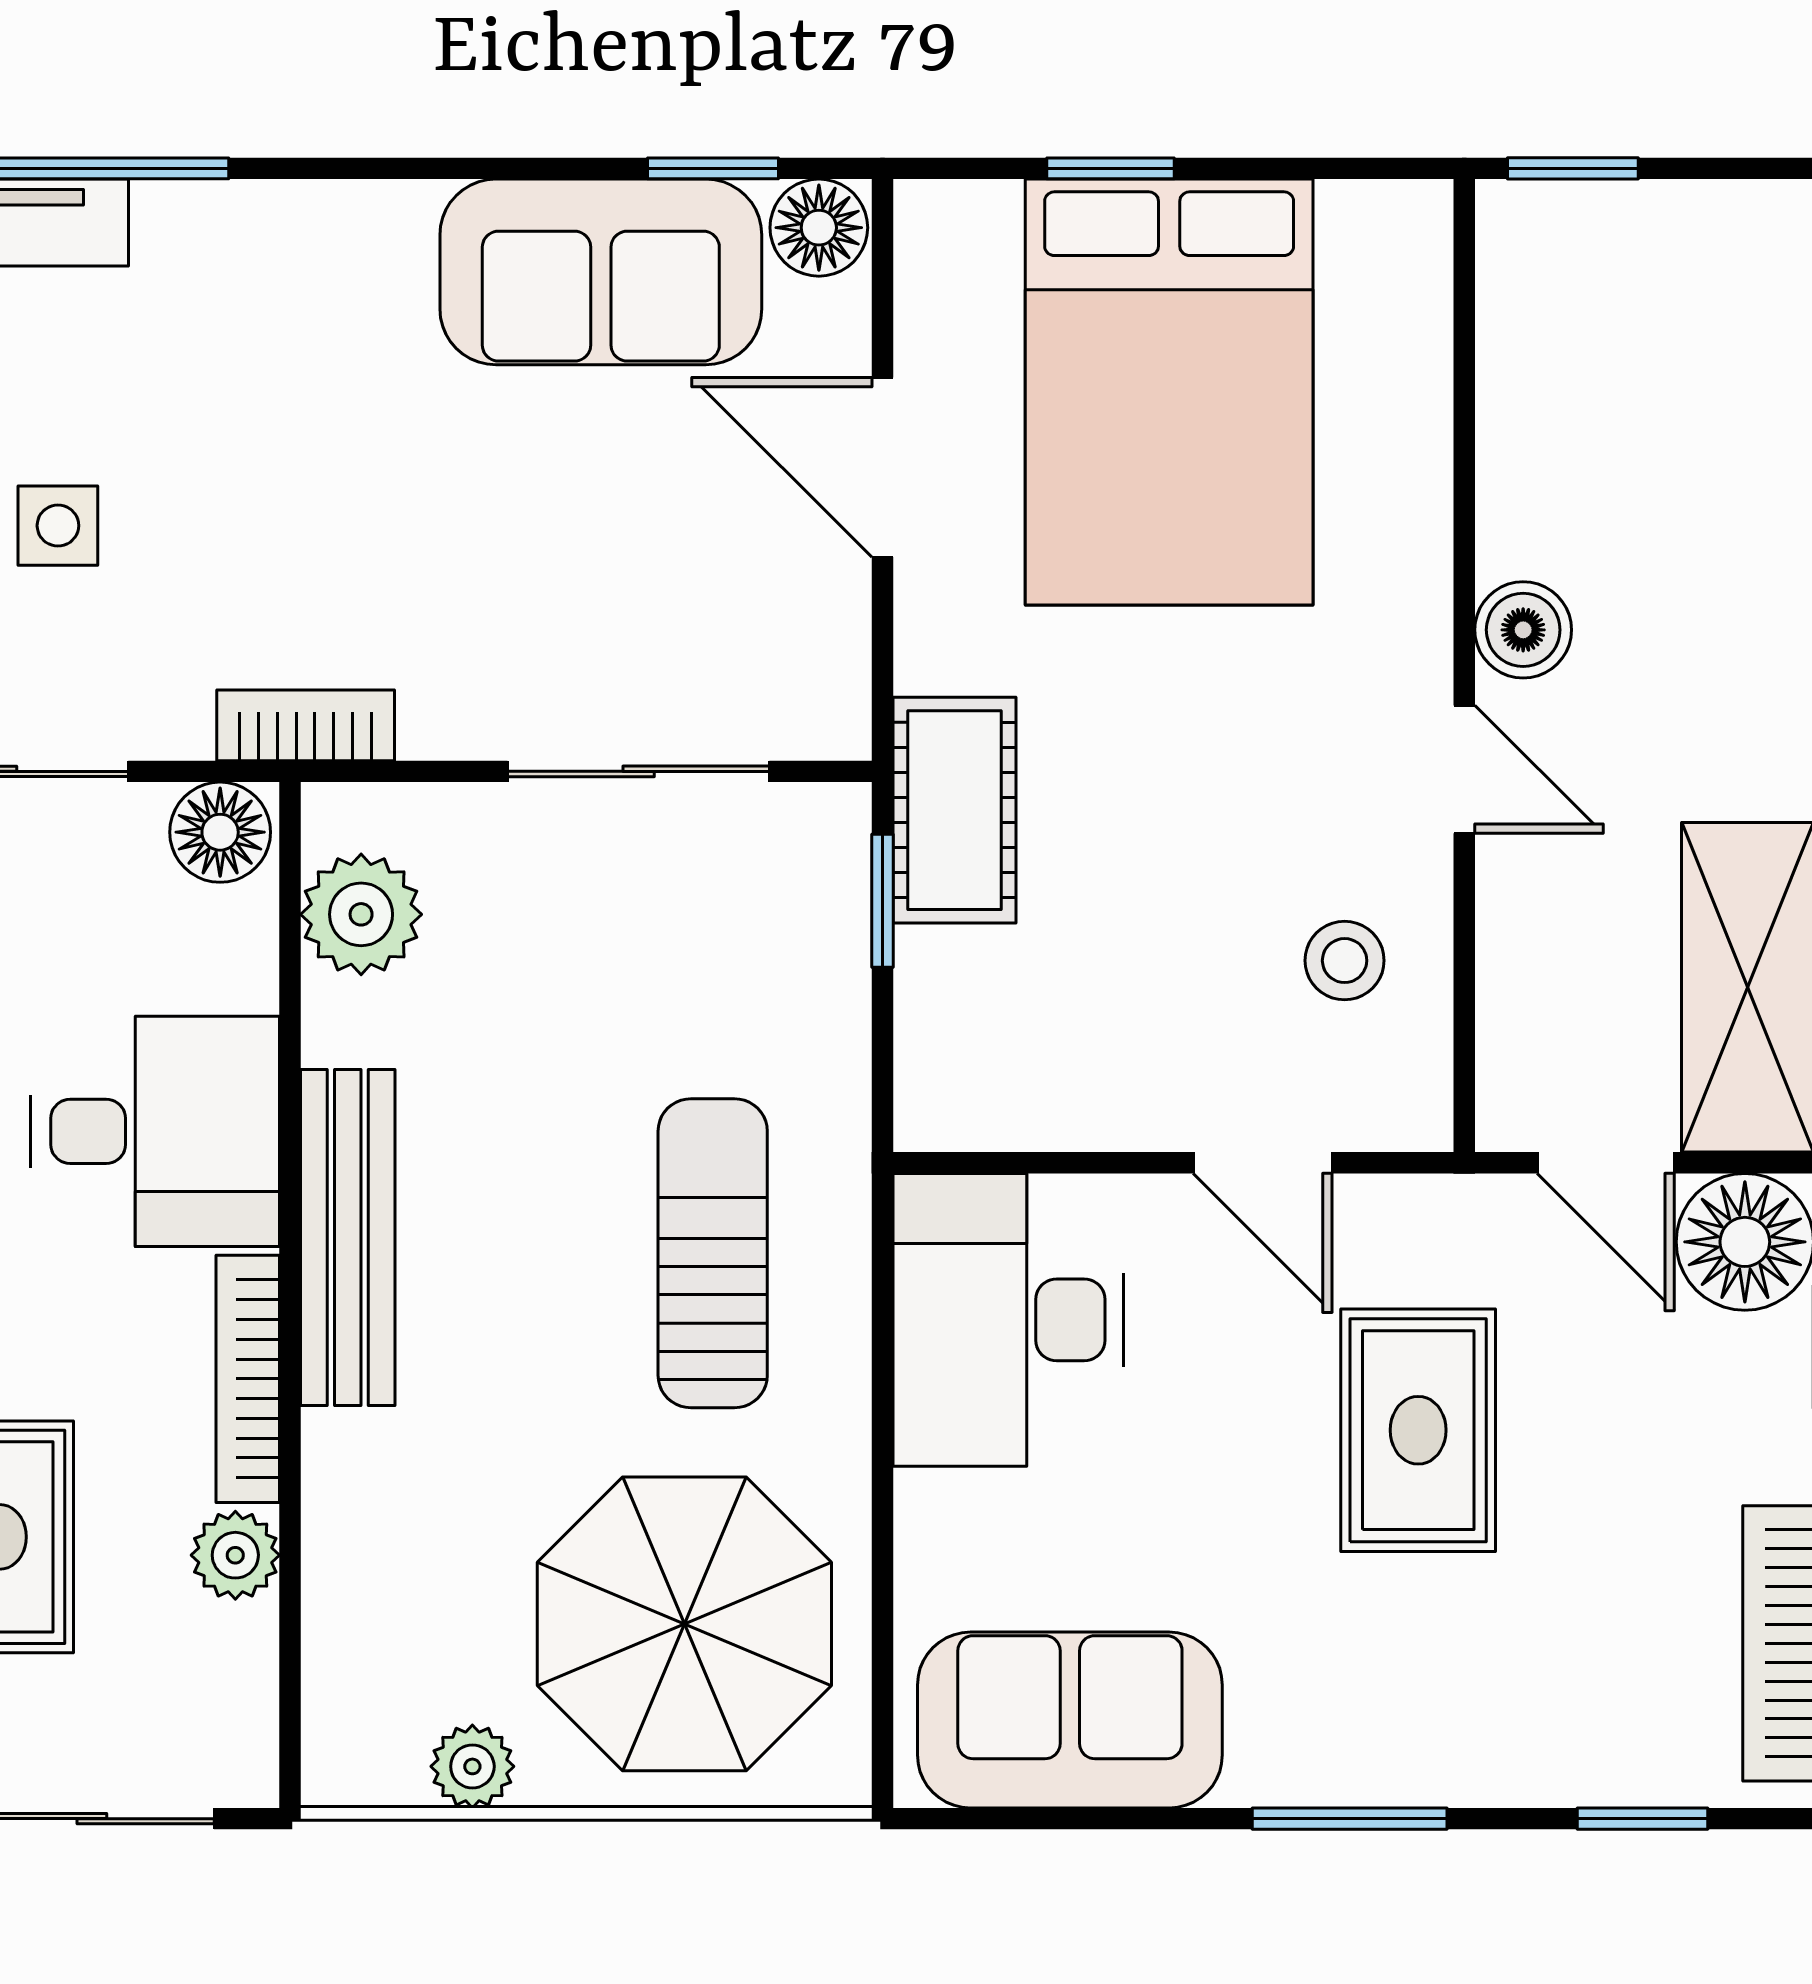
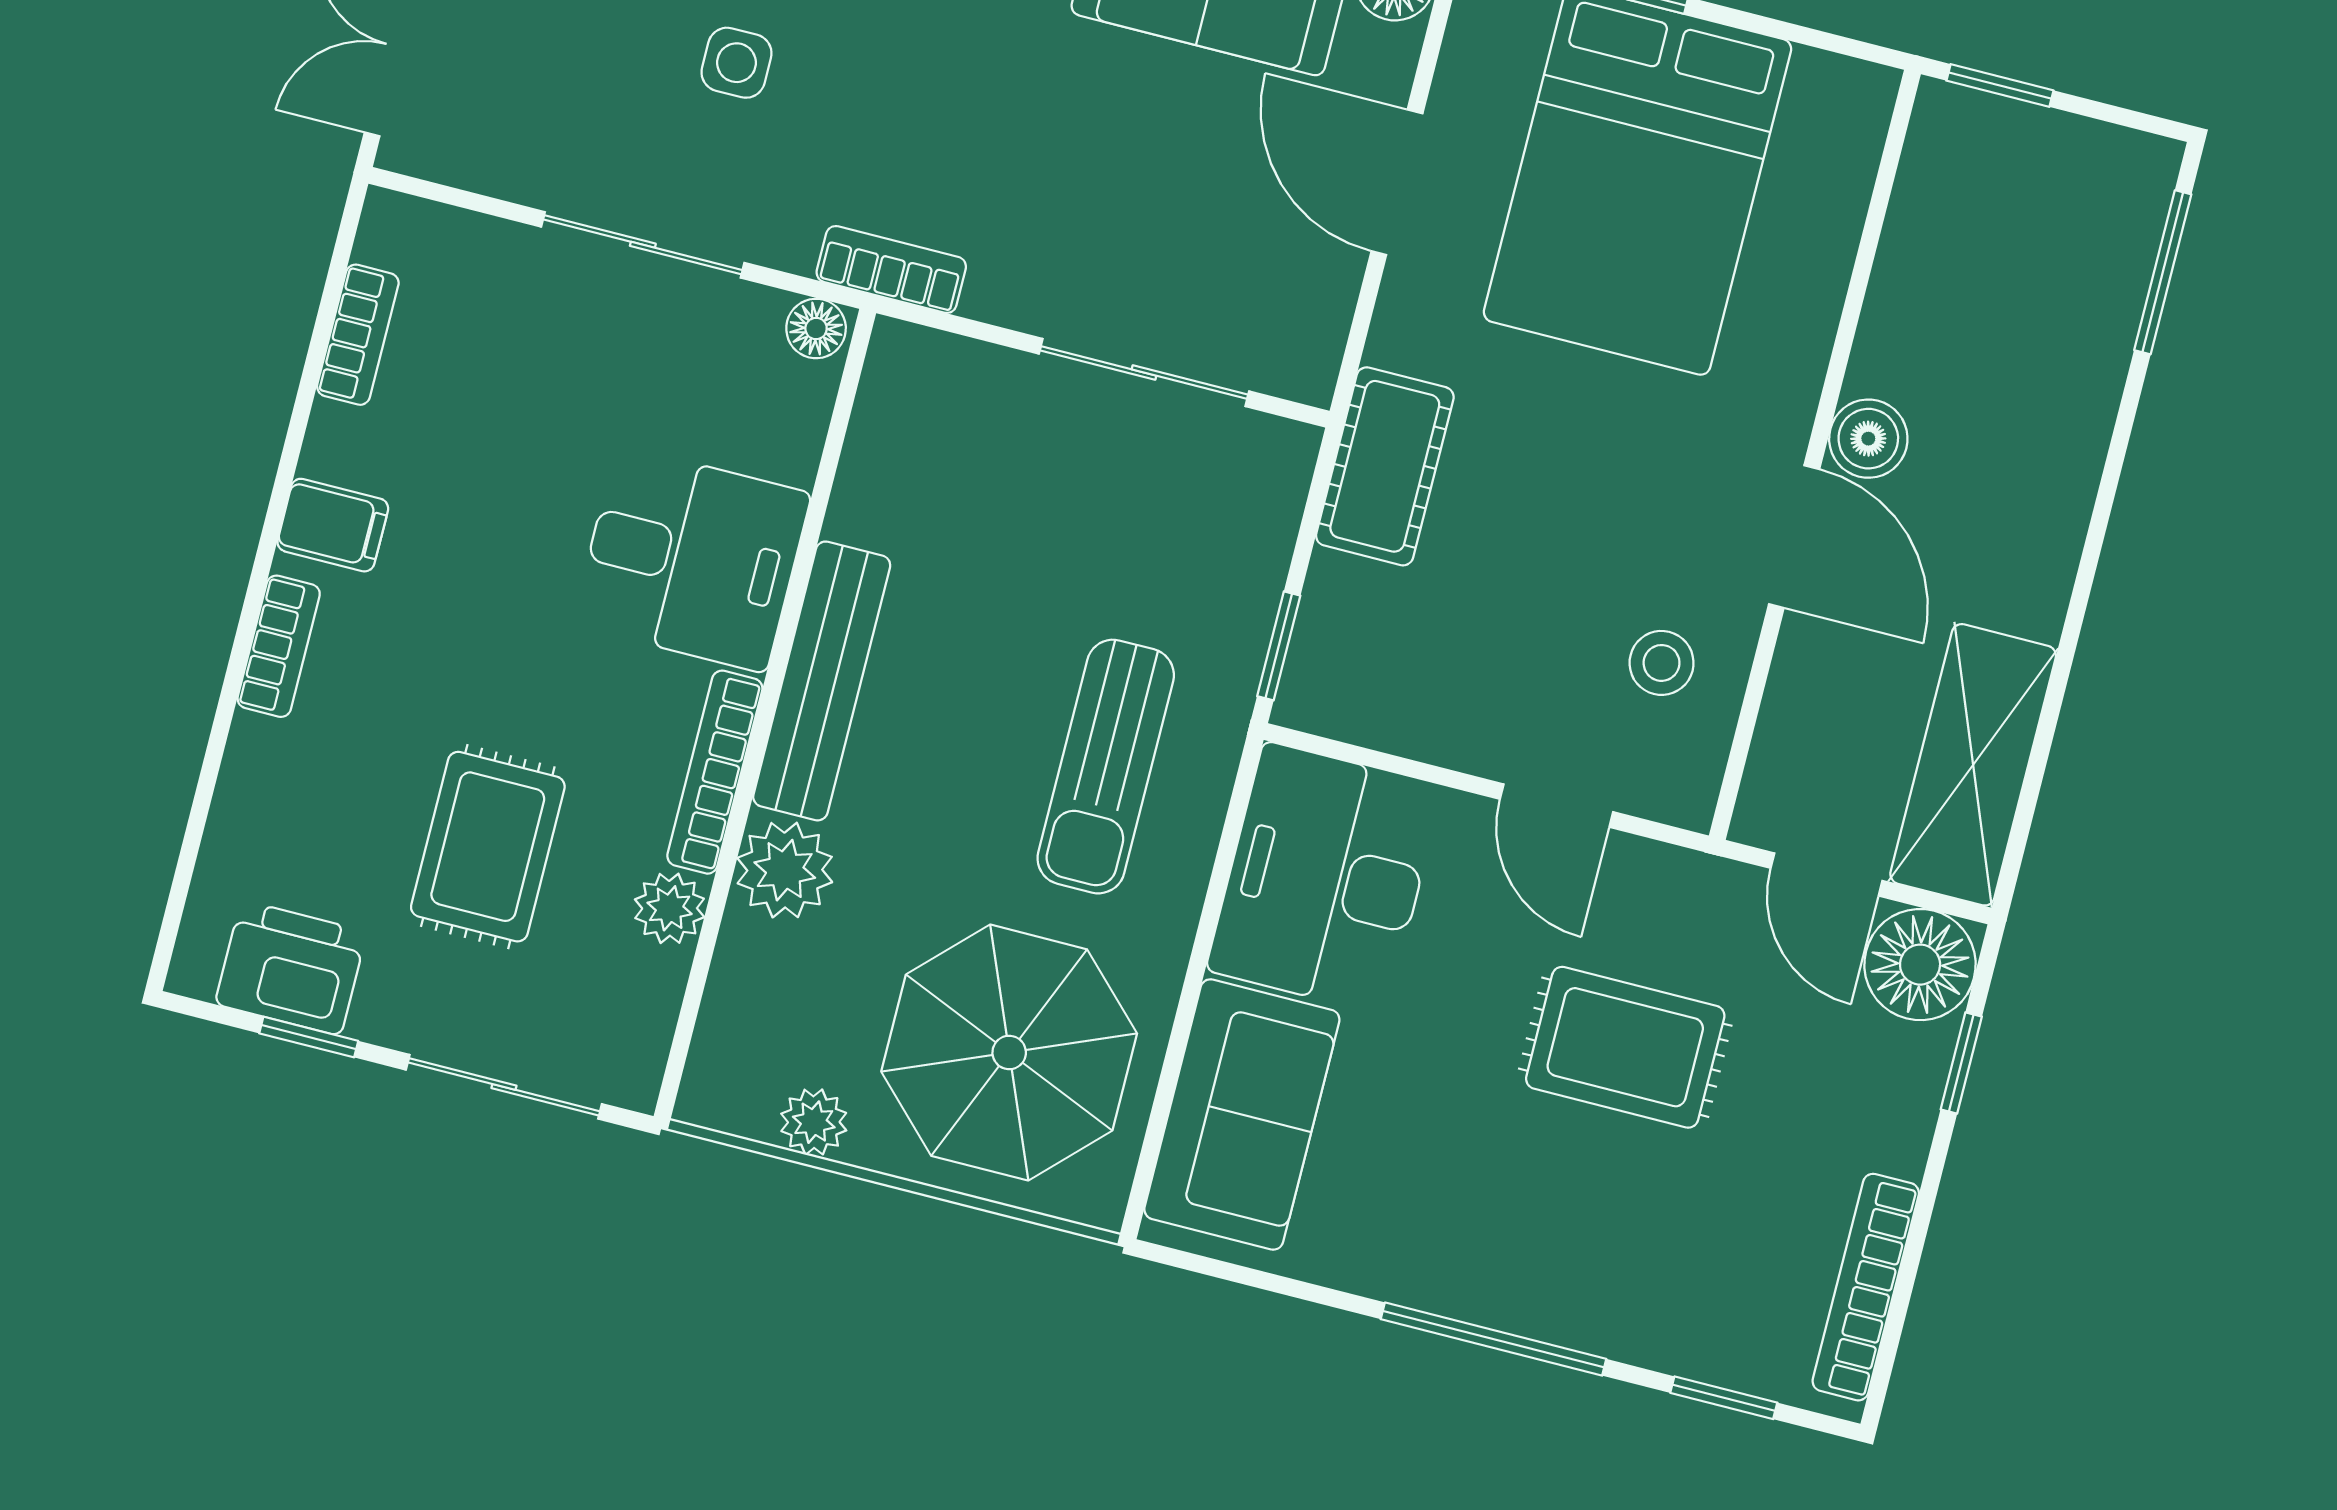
door: (1464, 769) -> (1794, 537), width x1.38
floor lamp: (220, 832) -> (816, 329), width x0.73, depth x0.73
window: (882, 901) -> (1279, 646), moved
plant: (361, 914) -> (785, 870), moved
sun lounger: (713, 1253) -> (1106, 767), turned 180
rug: (1418, 1430) -> (1625, 1047), turned 90
sofa: (1070, 1720) -> (1242, 1114), moved, turned 90
window: (1350, 1819) -> (1493, 1339), width x1.44

